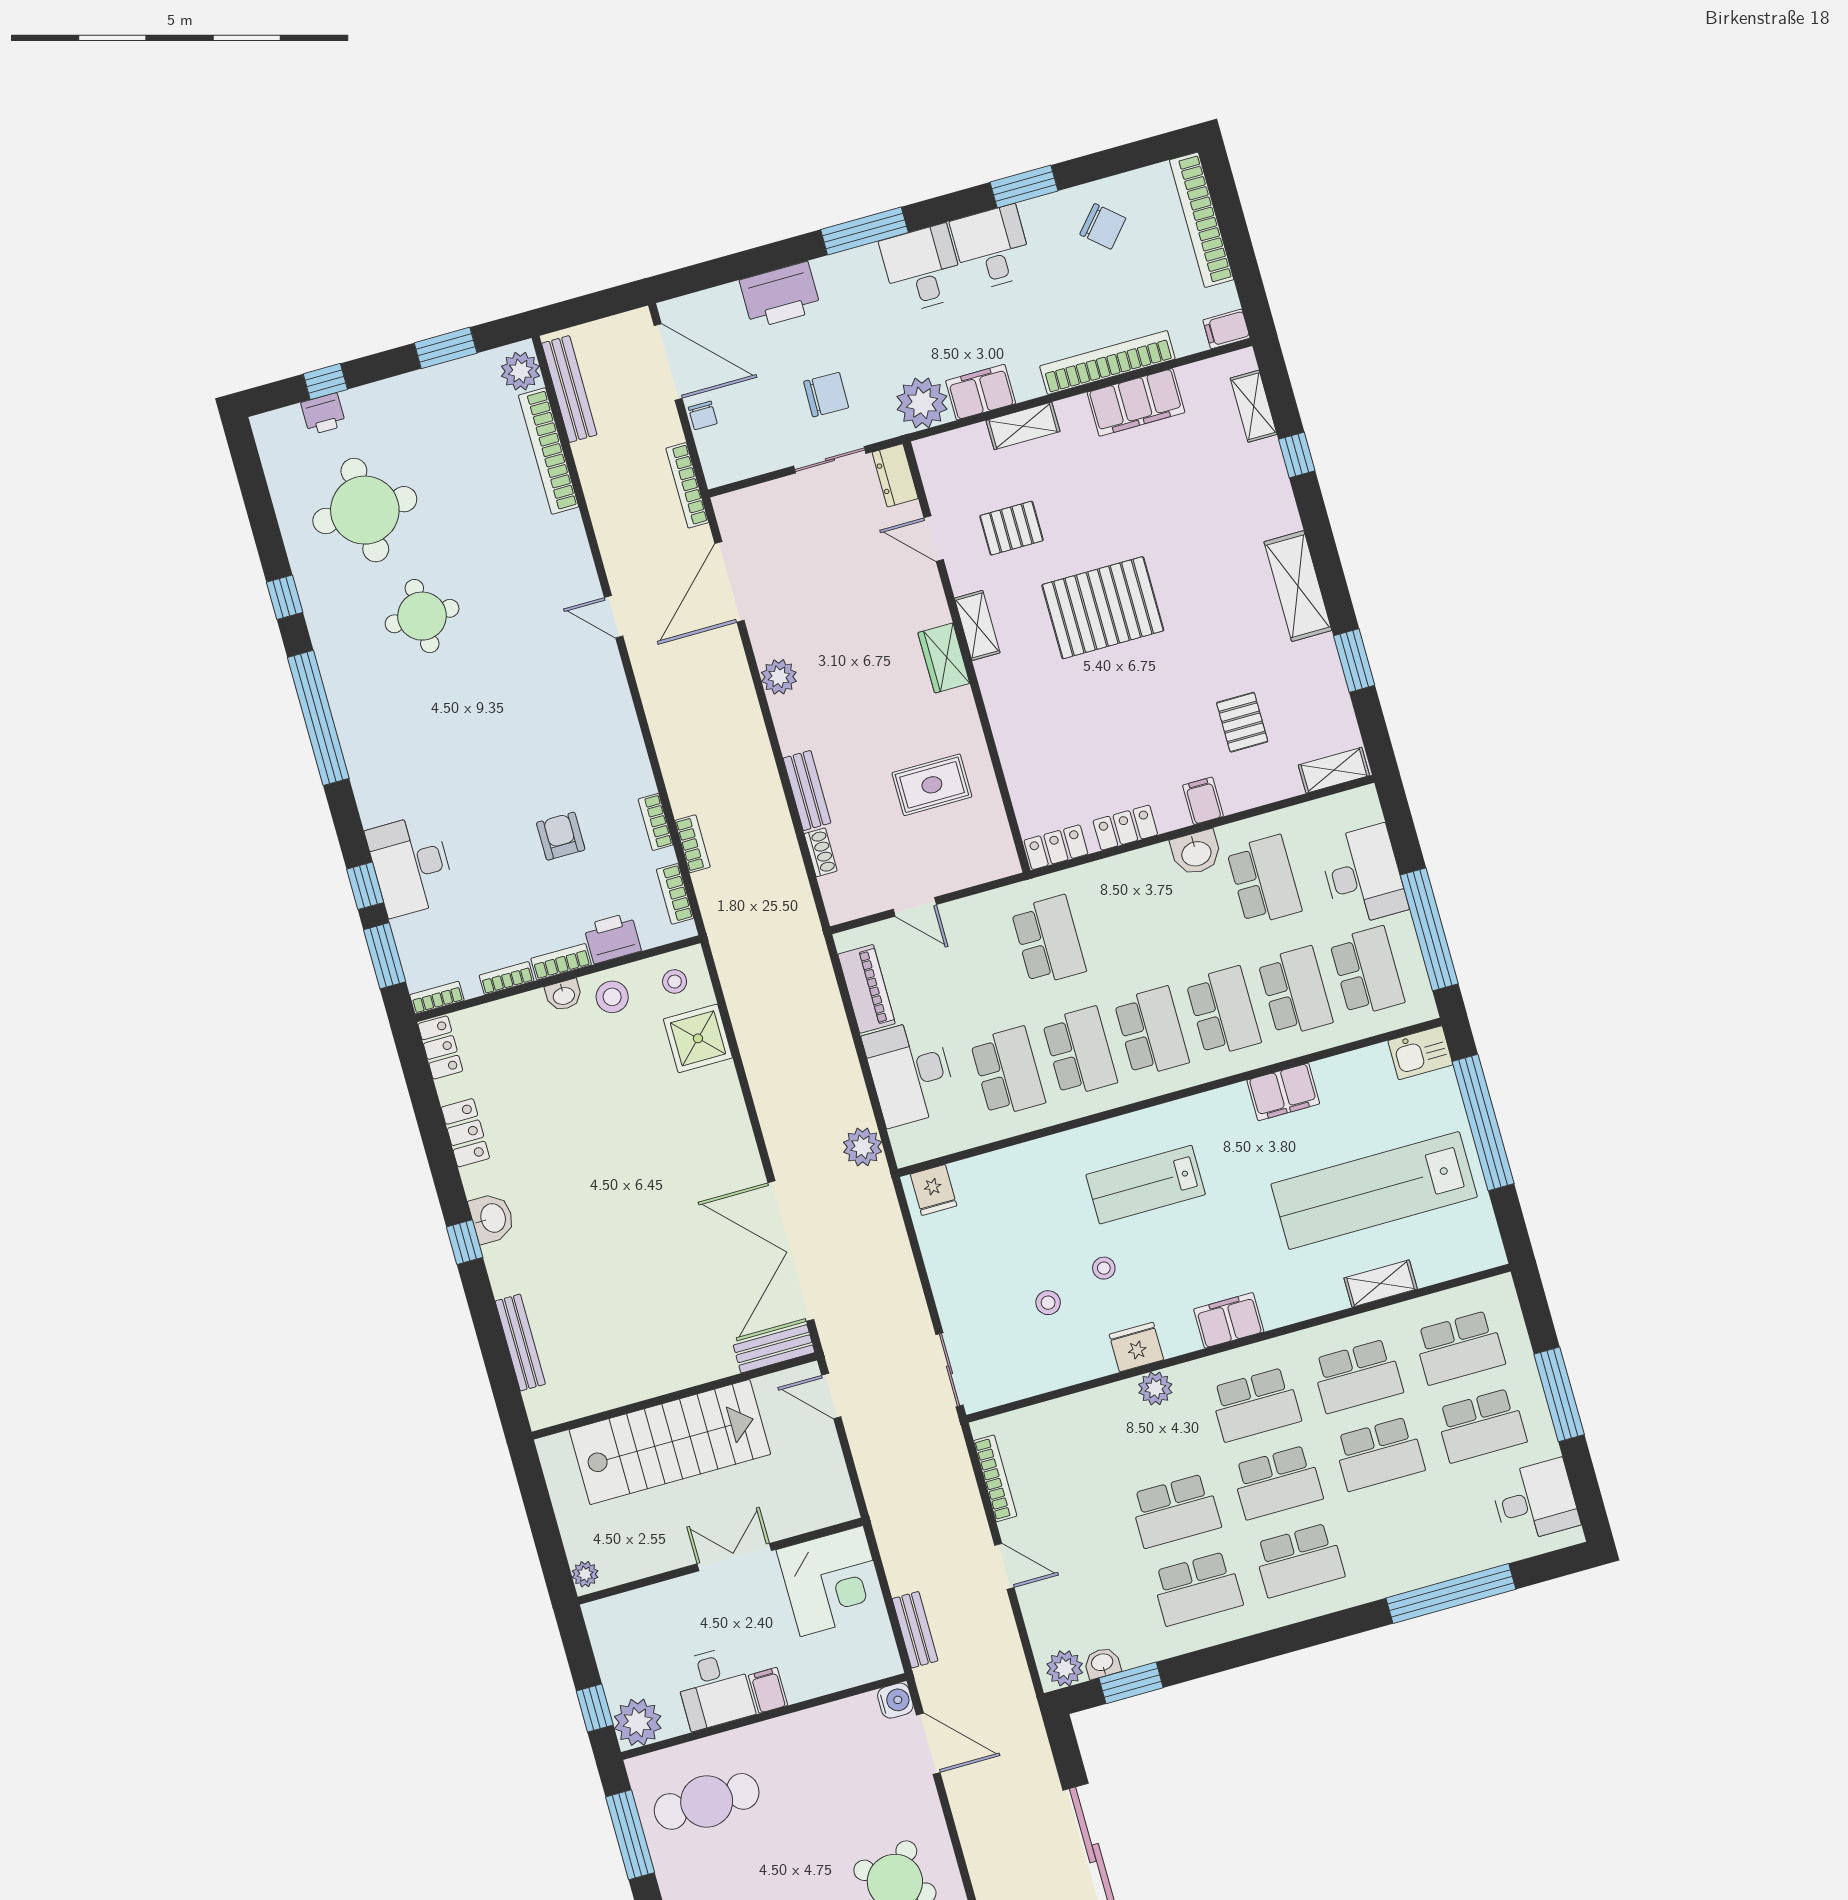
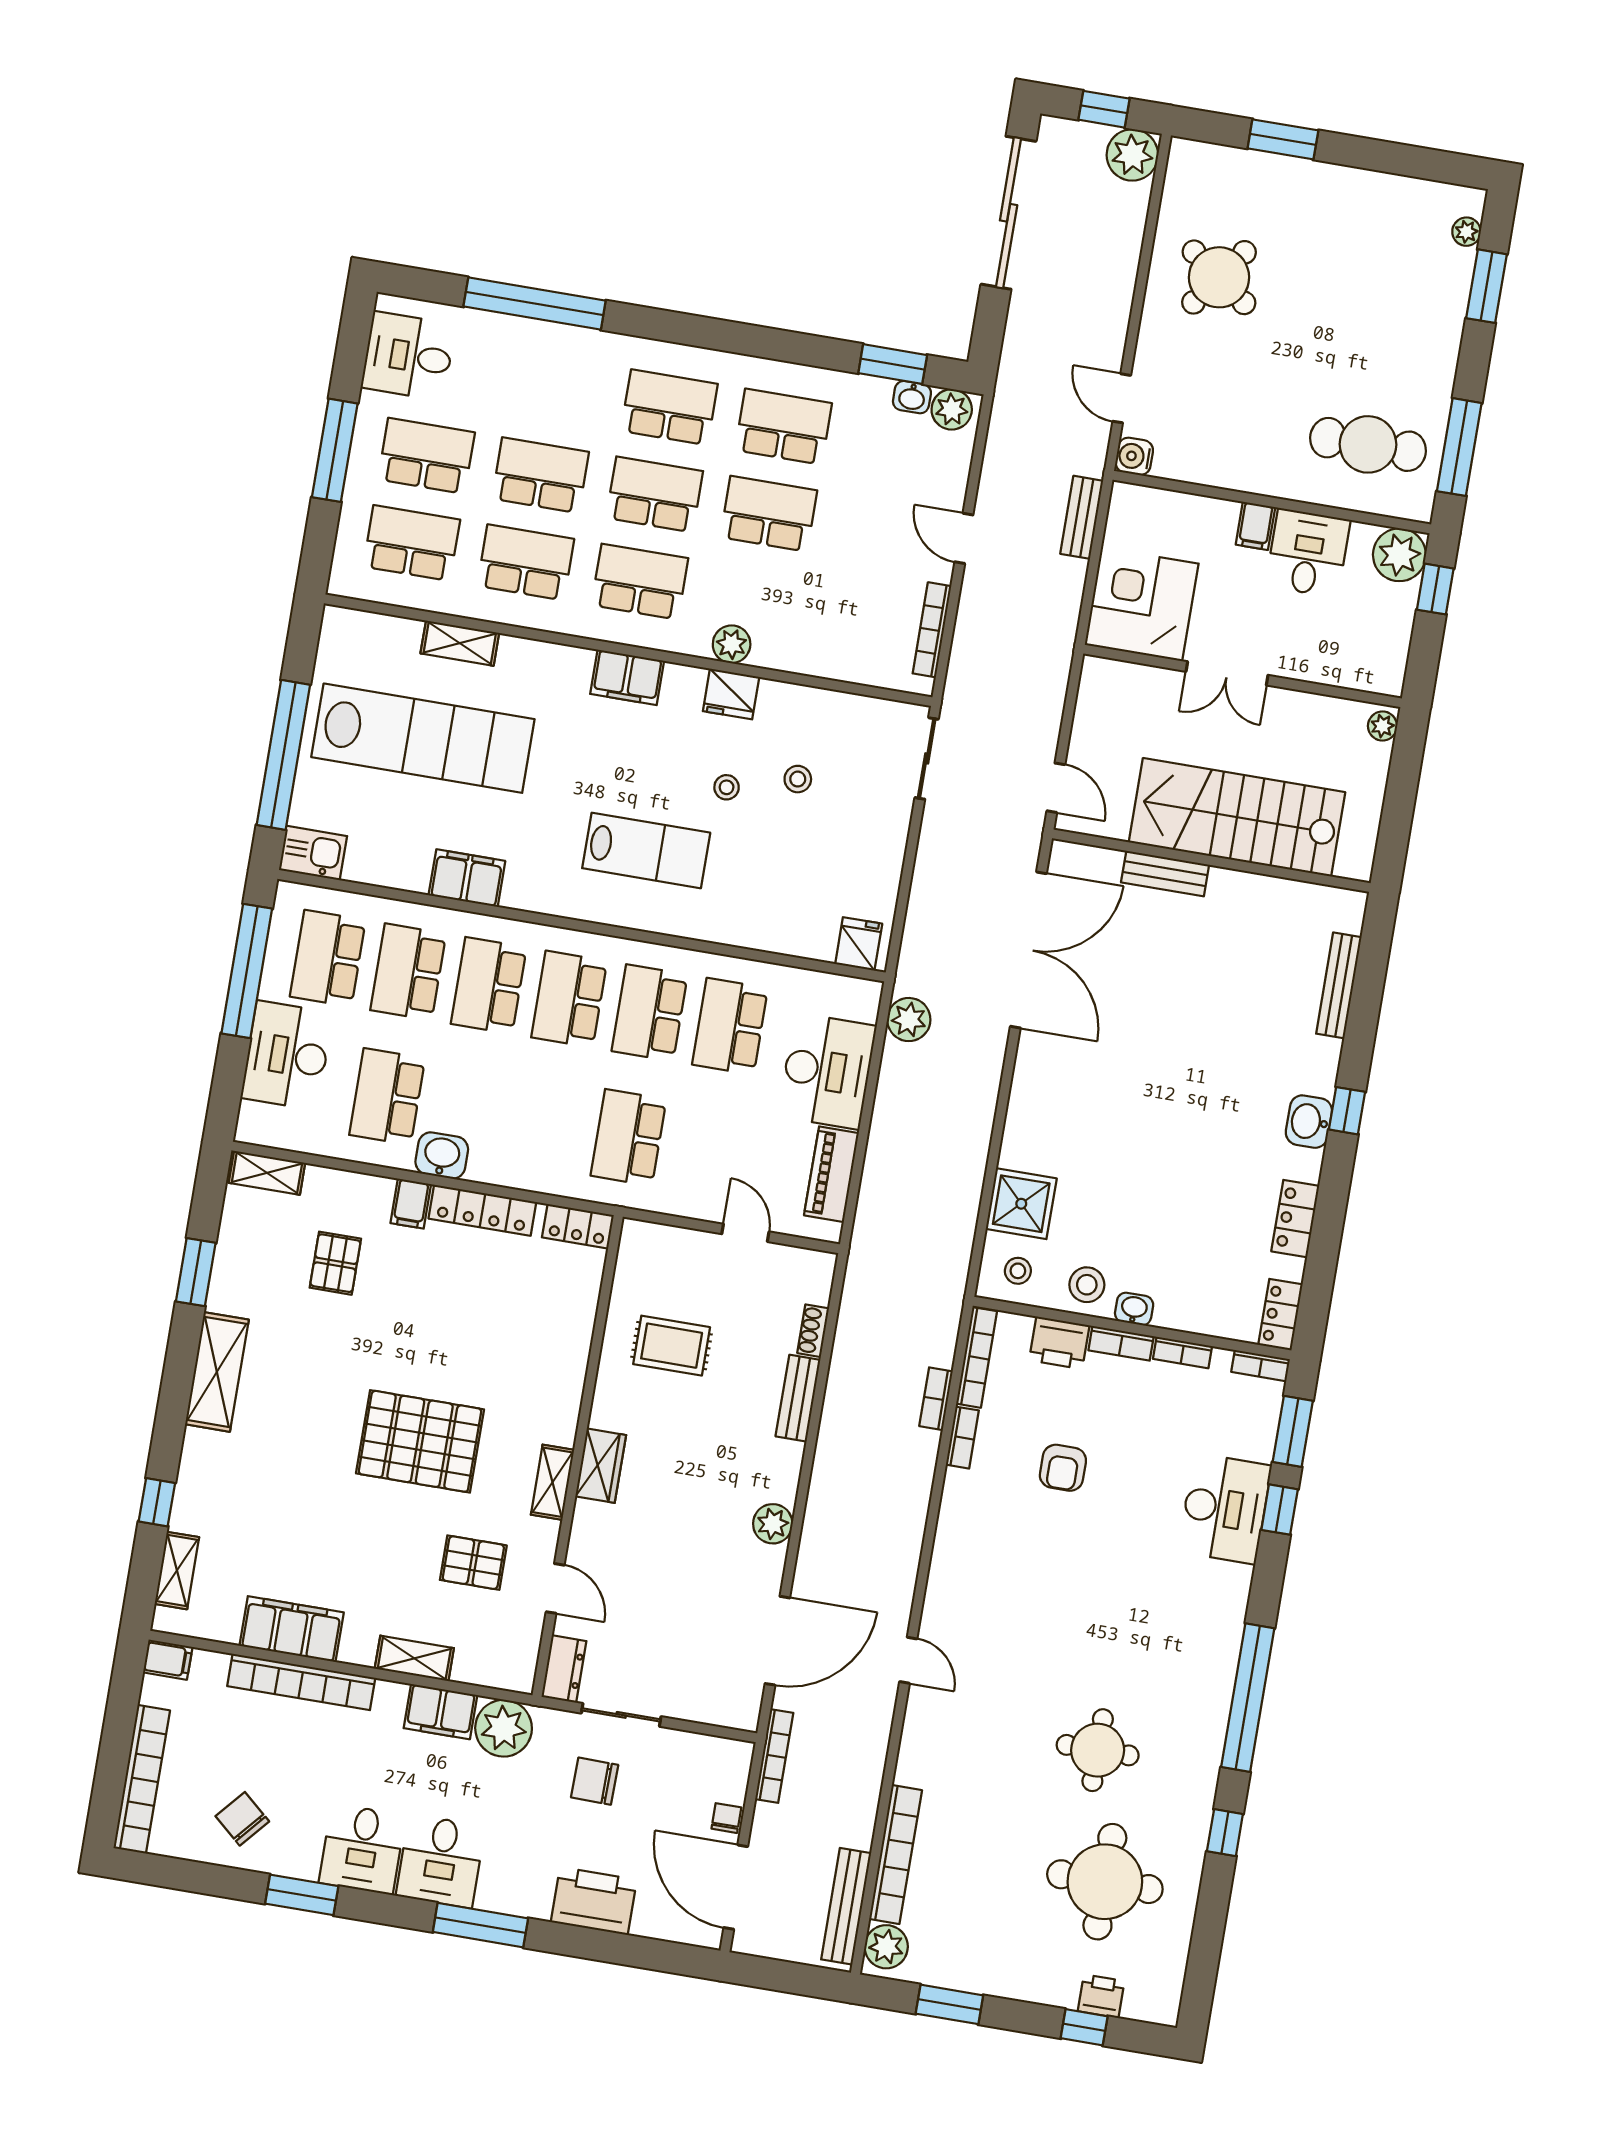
locker: (1125, 828) -> (482, 1210), width x1.53
bookcase: (675, 894) -> (977, 1357), width x1.56
bench: (774, 1349) -> (1165, 874), moved
door: (928, 1744) -> (1122, 398), width x0.73

